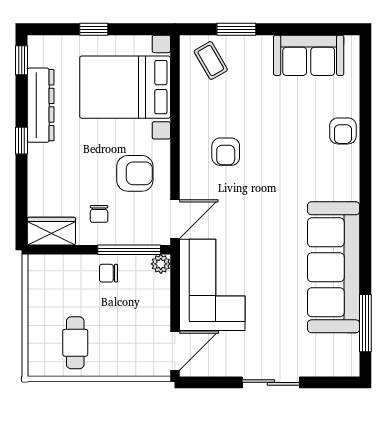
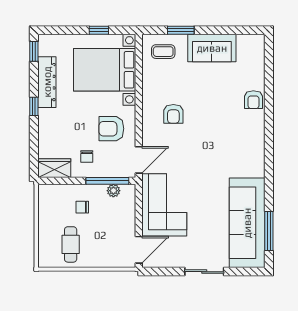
window: (94, 29) -> (99, 30), moved
sofa: (309, 55) -> (212, 48), moved
coffee table: (211, 60) -> (163, 52), turned -60
armchair: (135, 173) -> (111, 129), turned 180
plant: (161, 264) -> (113, 191), moved
sofa: (334, 267) -> (247, 223), moved
chair: (109, 273) -> (82, 207), moved

